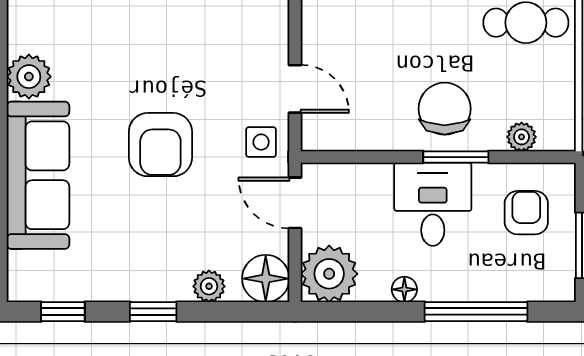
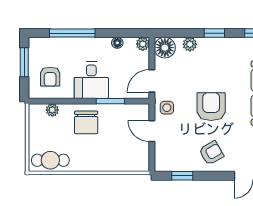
armchair: (160, 39) -> (211, 153), added
window: (456, 157) -> (110, 101), moved
door: (295, 203) -> (152, 81), swing flipped
plant: (329, 274) -> (143, 44), width x0.53, depth x0.53
floor lamp: (404, 289) -> (117, 43), moved

